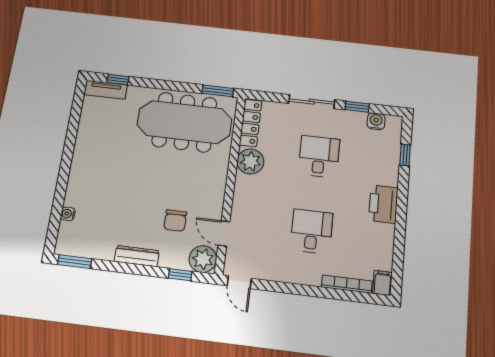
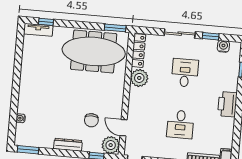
desk: (311, 231) -> (180, 124), turned 180

